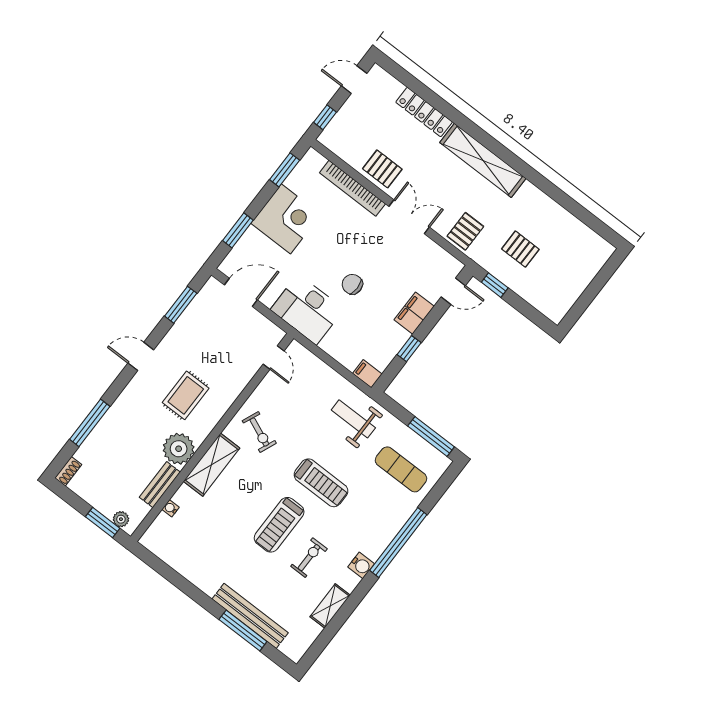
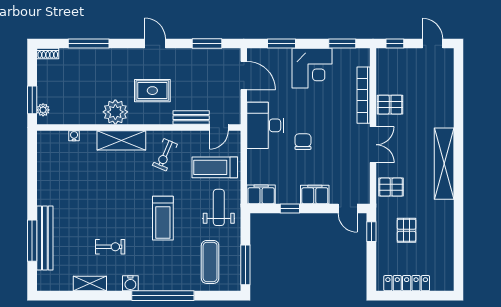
locker: (424, 112) -> (407, 283), moved, turned 90
pallet: (382, 169) -> (390, 105), turned 90
filing cabinet: (367, 374) -> (261, 194), width x2.00
bench: (160, 485) -> (191, 118), moved
treadmill: (279, 525) -> (215, 167), moved

